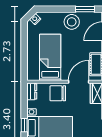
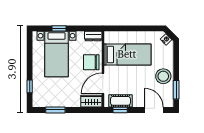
door: (79, 82) -> (103, 83), swing flipped
chair: (58, 93) -> (91, 62), turned -90

